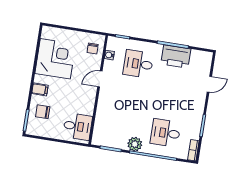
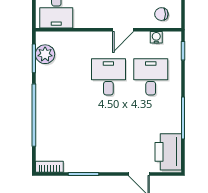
printer: (176, 56) -> (168, 152), moved
door: (100, 79) -> (123, 30), swing flipped
desk: (166, 133) -> (108, 77), moved
plant: (135, 144) -> (45, 54), moved

